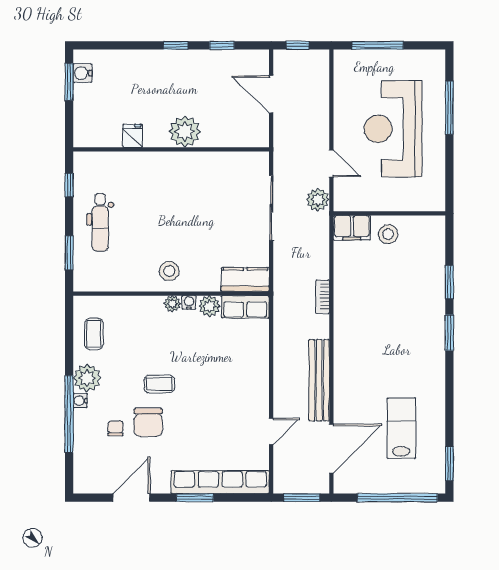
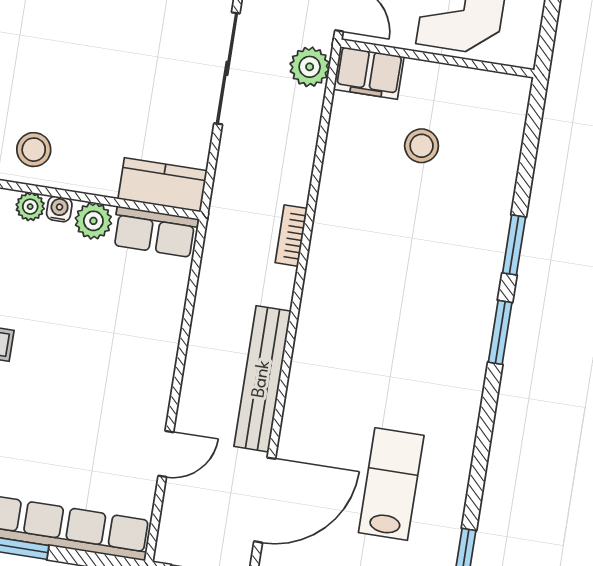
wall: (389, 213) -> (437, 58), moved
filing cabinet: (352, 228) -> (369, 73), moved

